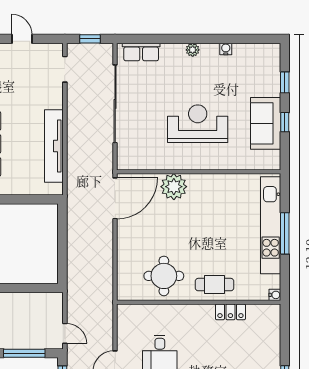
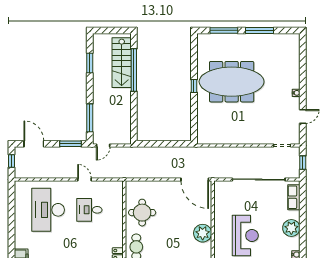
plant: (193, 50) -> (291, 228), width x1.87, depth x1.87
tv unit: (54, 146) -> (230, 138), removed
plant: (174, 187) -> (203, 233), moved

